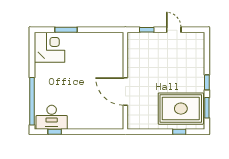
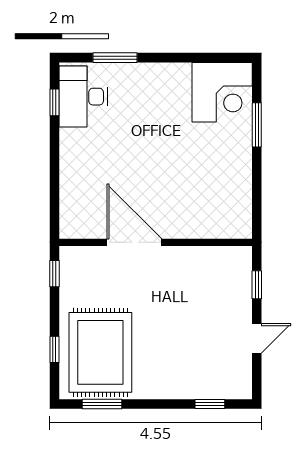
window: (207, 82) -> (210, 404), moved
door: (125, 91) -> (134, 242), hinge flipped
window: (32, 101) -> (115, 58), width x0.47
window: (141, 132) -> (54, 274), added

